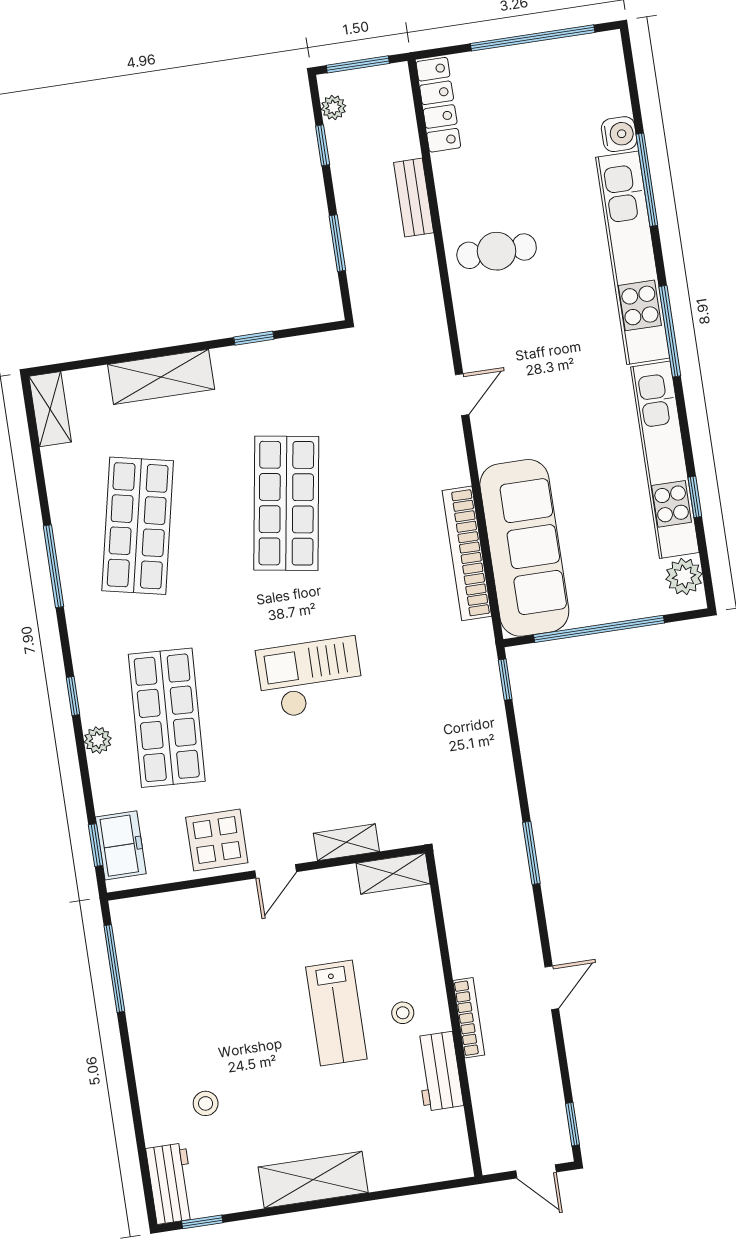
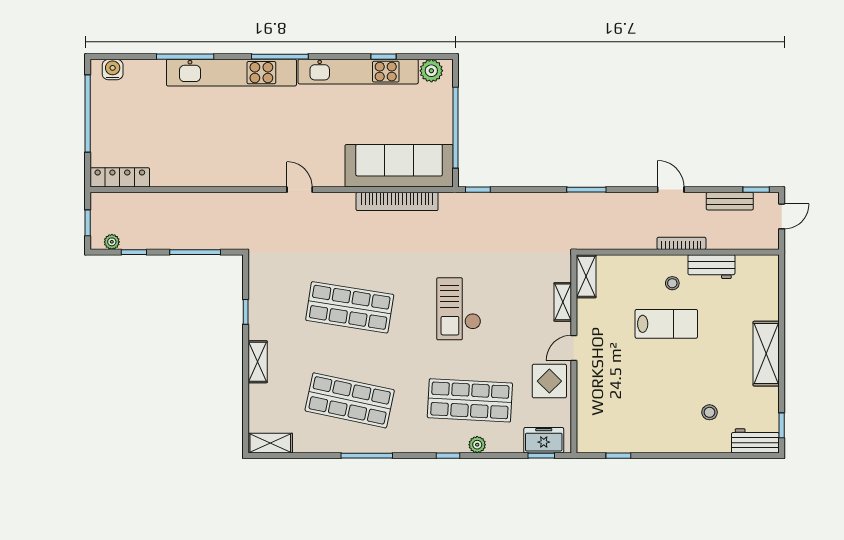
window: (358, 64) -> (88, 223), width x0.67
water cooler: (619, 134) -> (113, 70), moved
bench: (414, 198) -> (730, 201), moved
window: (337, 243) -> (195, 252), width x1.44
cafe table: (497, 251) -> (215, 155), removed
shelving: (161, 377) -> (258, 362), width x0.67, depth x0.75
door: (276, 871) -> (574, 348), swing flipped
window: (114, 968) -> (618, 456), width x0.46

